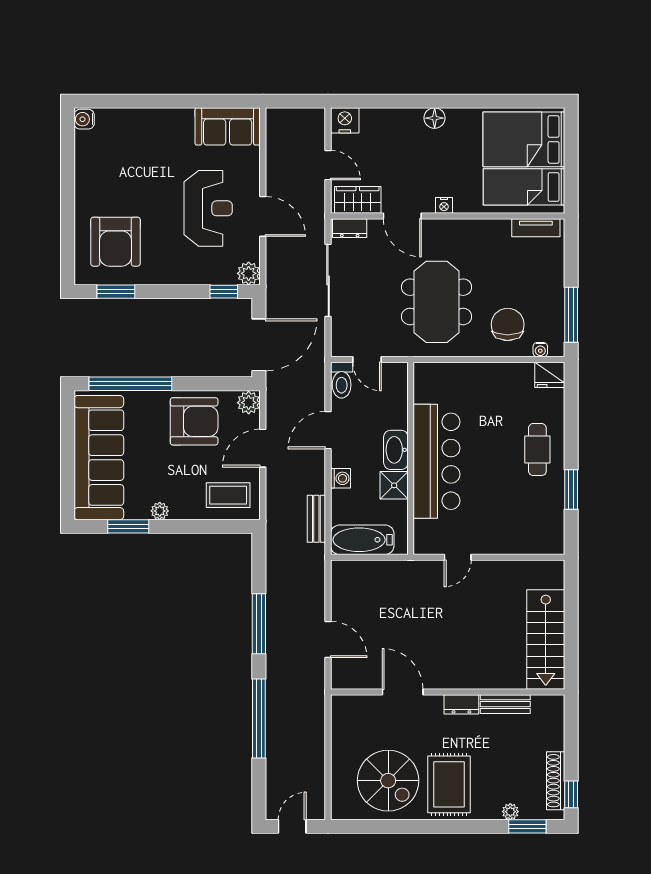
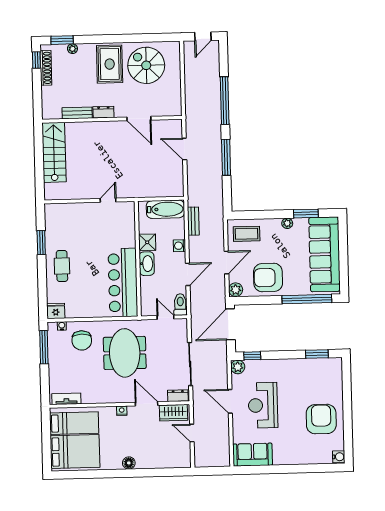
nightstand: (345, 120) -> (182, 460), removed
armchair: (115, 242) -> (321, 419), moved
bar counter: (437, 461) -> (123, 283), moved

